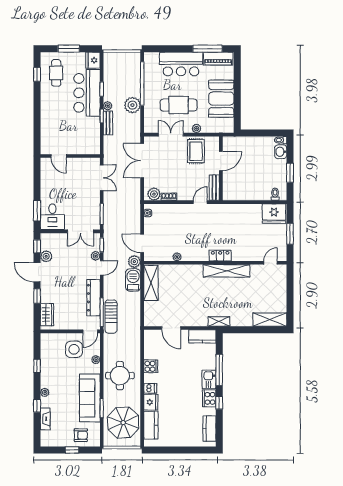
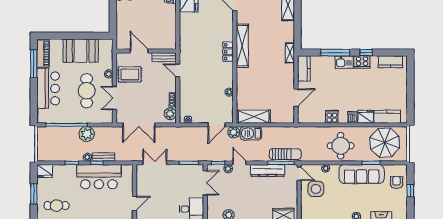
bar counter: (87, 93) -> (99, 177), moved

